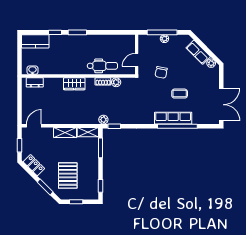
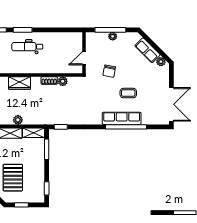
dental chair: (102, 66) -> (27, 47), moved, turned 180
plant: (103, 120) -> (18, 120), moved

